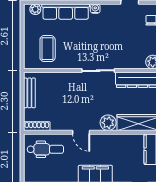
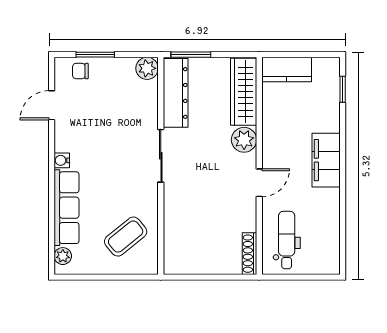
coffee table: (48, 49) -> (126, 237), turned -39
bench: (29, 93) -> (196, 265), removed

